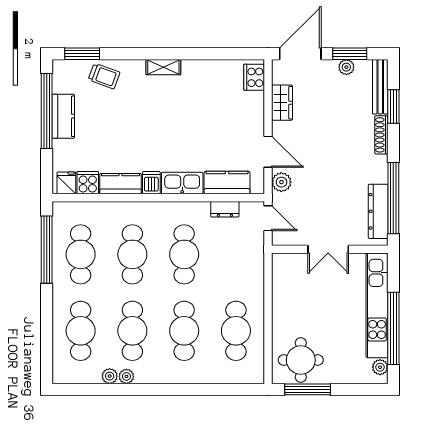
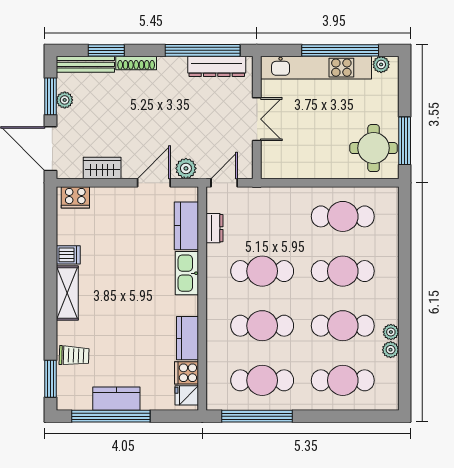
shelving: (163, 67) -> (67, 293), width x1.50, depth x1.33
trolley: (104, 76) -> (74, 355), turned 72
dishwasher: (151, 183) -> (68, 255), moved, turned 180

